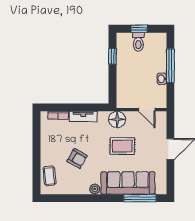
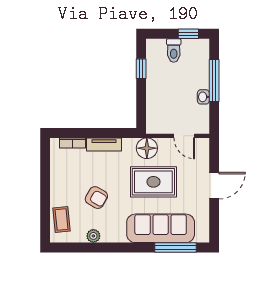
window: (139, 29) -> (188, 34), moved
rug: (122, 146) -> (153, 182), width x1.36, depth x1.43
plant: (95, 189) -> (93, 236), moved

